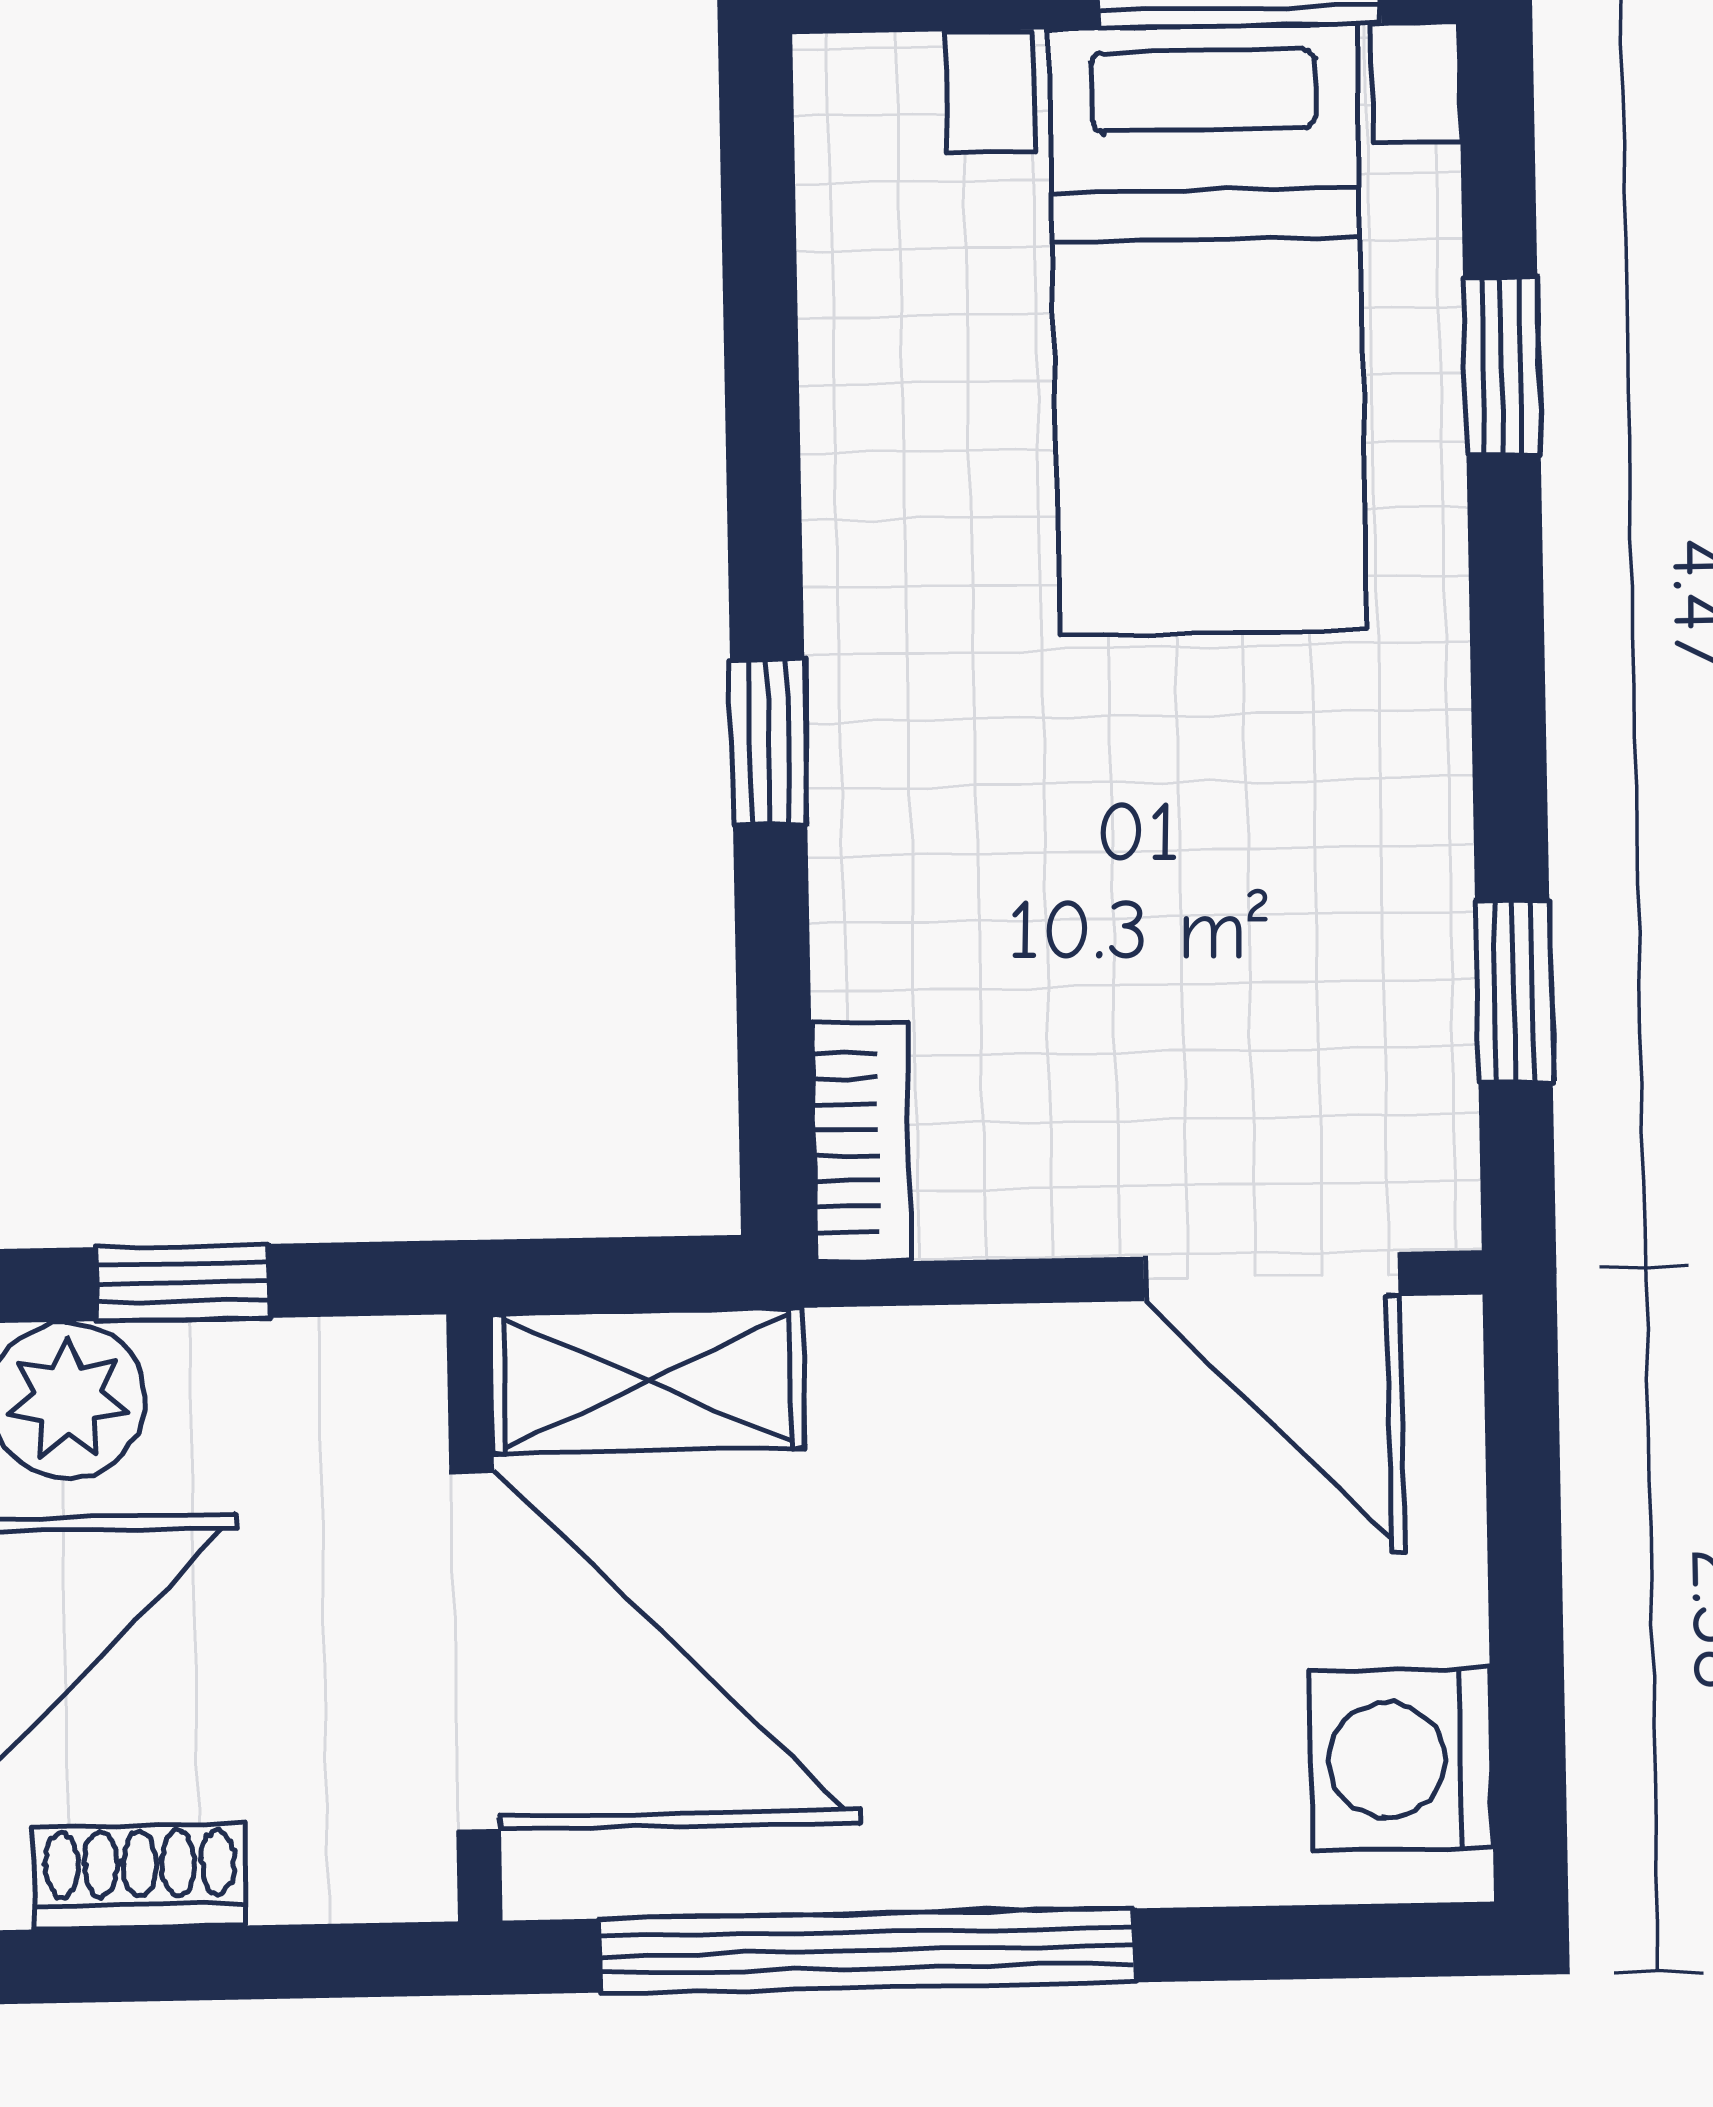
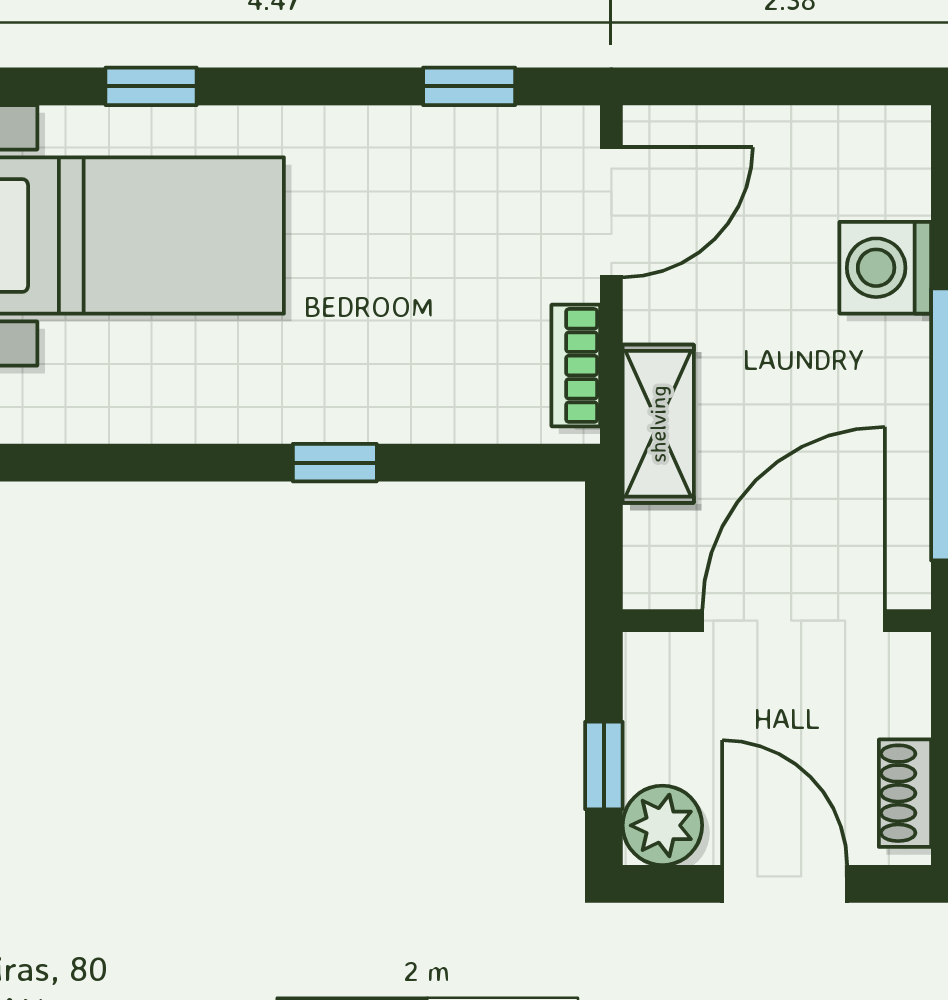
bookcase: (861, 1142) -> (576, 365), moved, turned -90
shelving: (648, 1381) -> (658, 424), moved
washing machine: (1401, 1759) -> (885, 268), moved, turned 90

